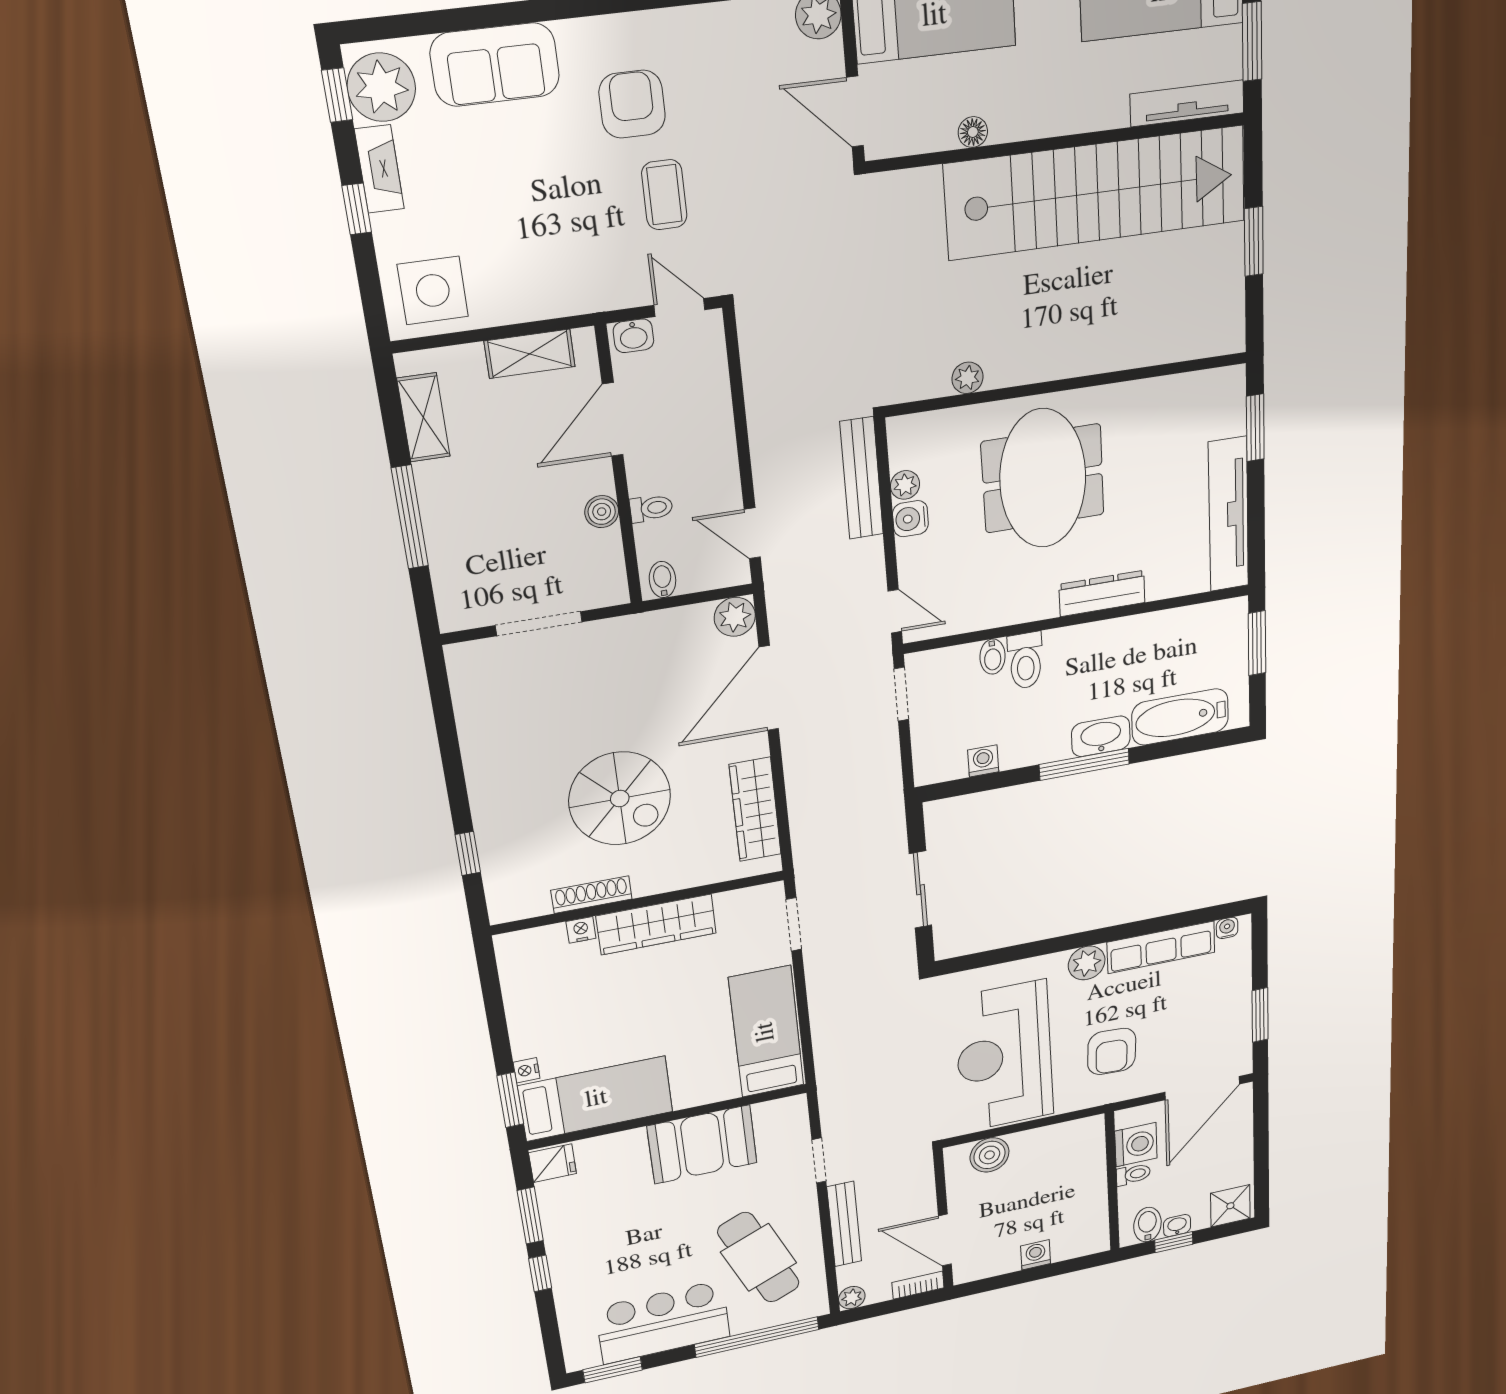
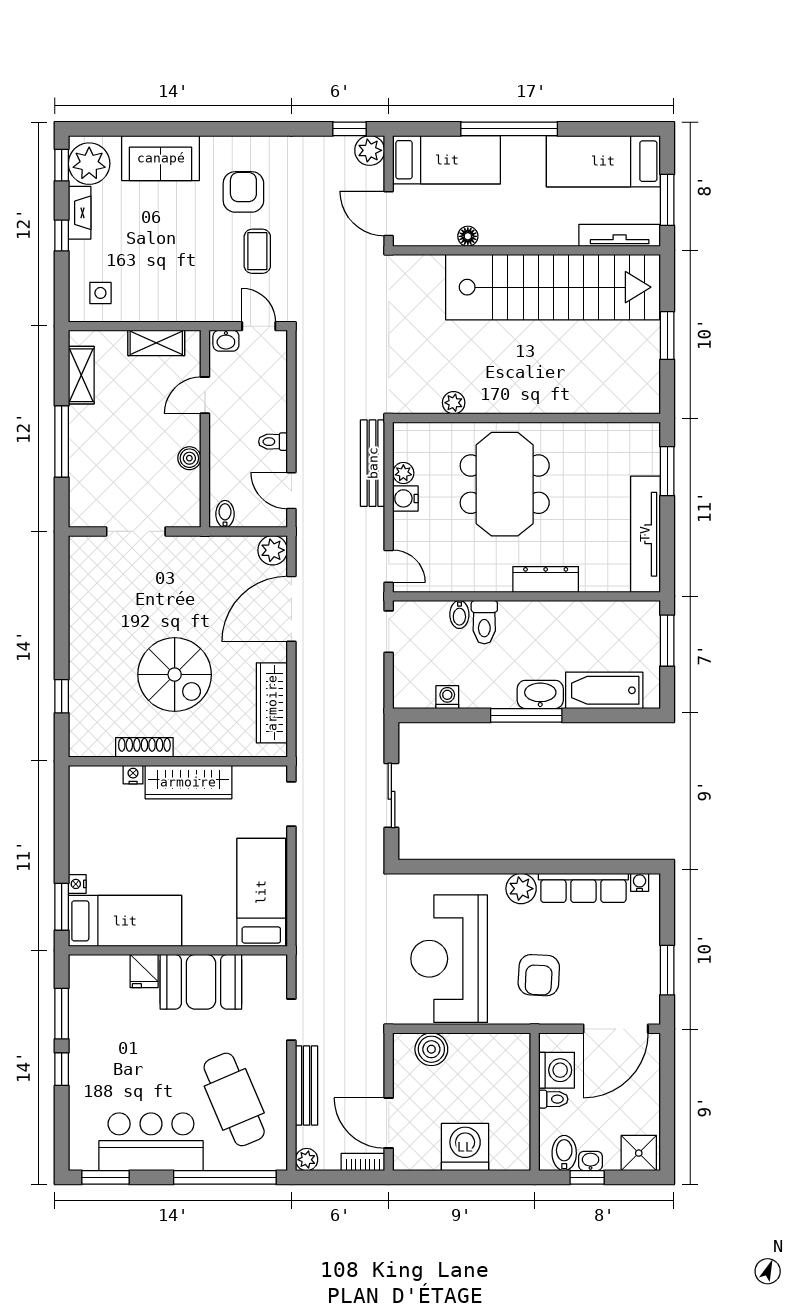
side table: (433, 290) -> (100, 293), width x0.54, depth x0.54
door: (613, 419) -> (205, 395), width x0.73
toilet: (651, 508) -> (273, 442), moved, turned 180
fridge: (553, 1163) -> (144, 971), moved, turned 90
washing machine: (1036, 1255) -> (465, 1147), width x1.89, depth x1.89

